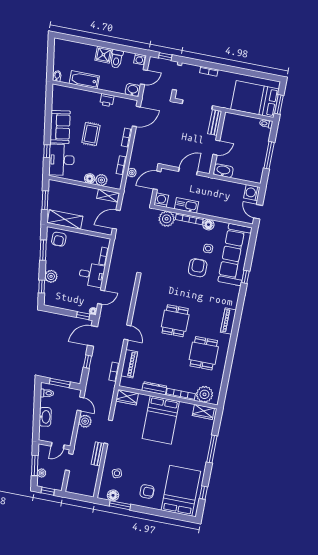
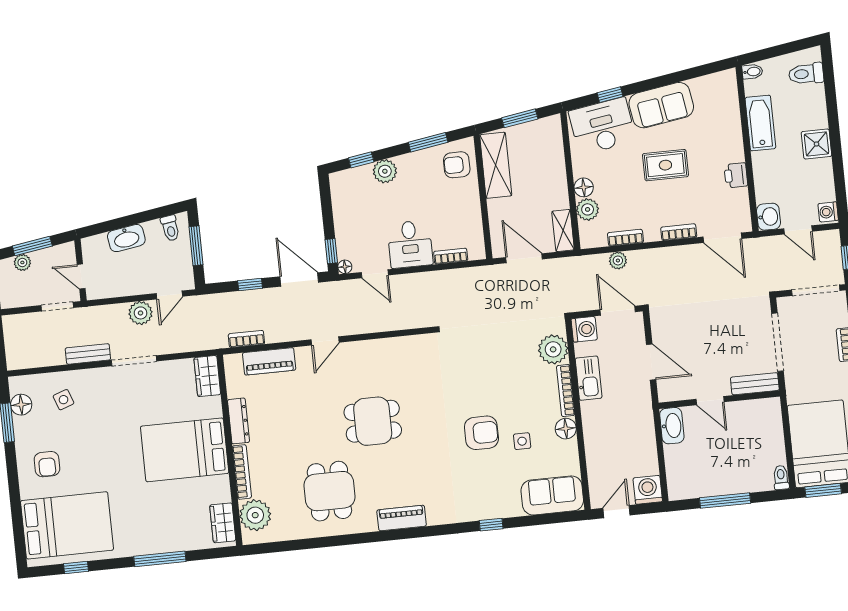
toilet: (117, 59) -> (806, 74), moved
sofa: (235, 255) -> (552, 495), width x0.54, depth x0.79
dining table: (204, 353) -> (329, 491), turned 90

